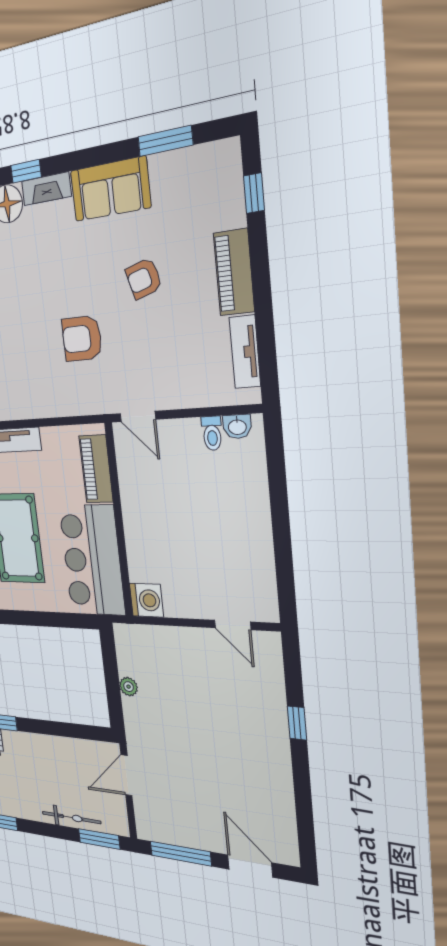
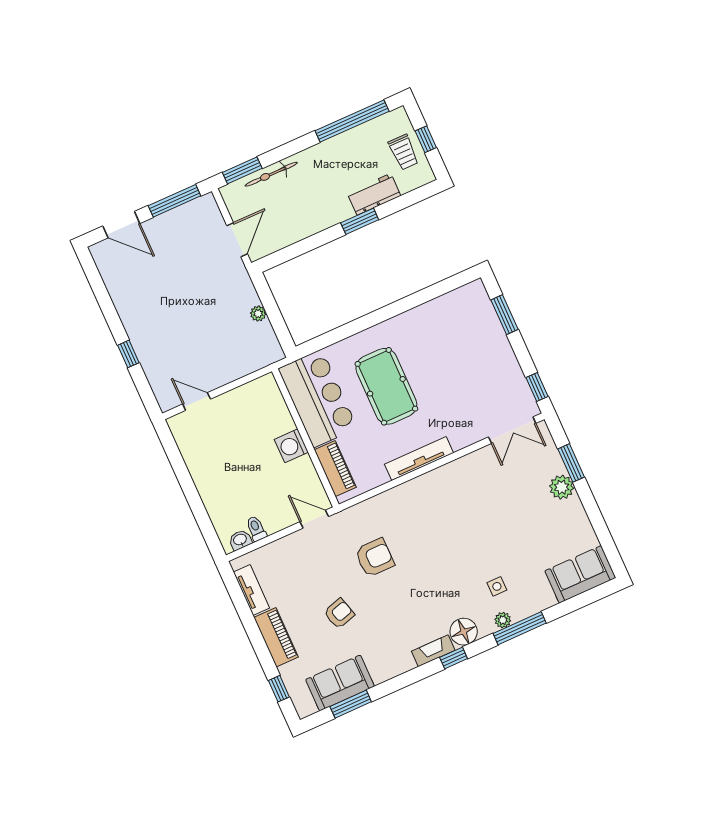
sofa: (110, 189) -> (340, 683), moved
washing machine: (146, 600) -> (291, 446), moved

